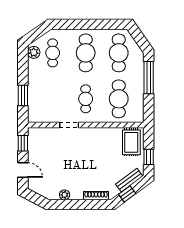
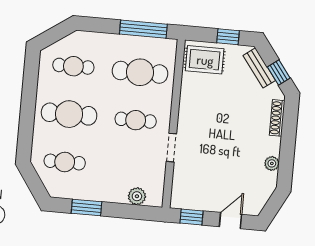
plant: (34, 52) -> (137, 196), moved
cafe table: (119, 53) -> (73, 66), width x0.73, depth x0.74
window: (149, 78) -> (143, 29), moved
window: (23, 96) -> (87, 207), moved

